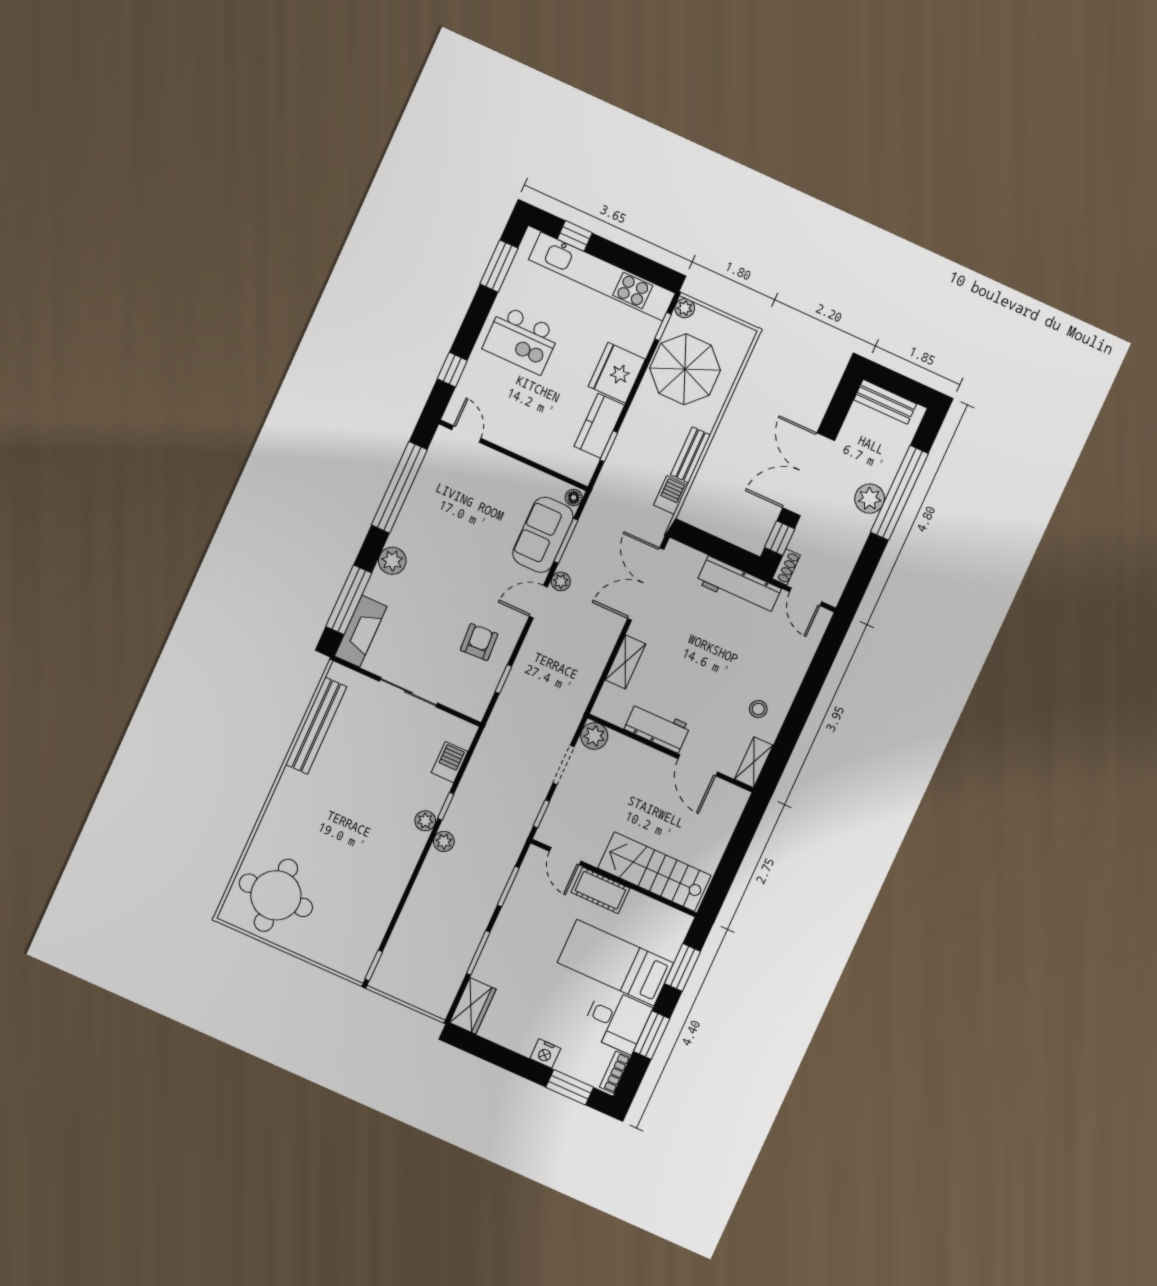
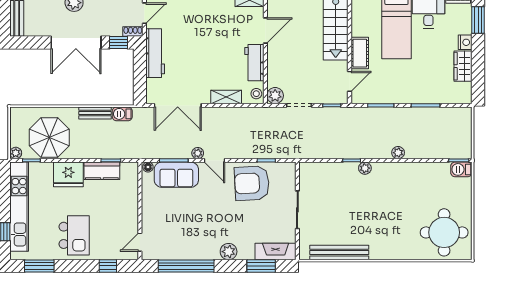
window: (349, 600) -> (261, 266), width x0.69
armchair: (479, 642) -> (252, 183), width x1.88, depth x1.88
stool: (758, 709) -> (256, 94), moved
barbecue: (450, 762) -> (461, 169), moved
plant: (444, 841) -> (398, 153), moved
wardrobe: (473, 1006) -> (463, 66), moved, turned -90

